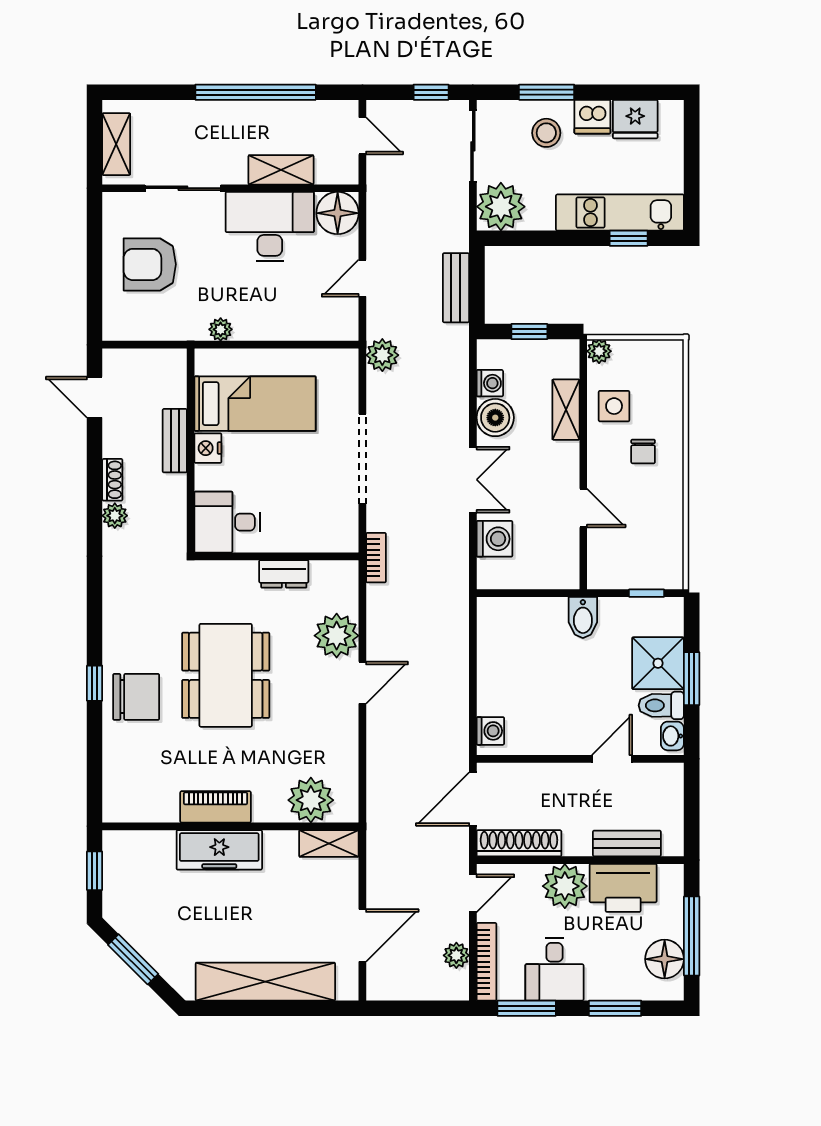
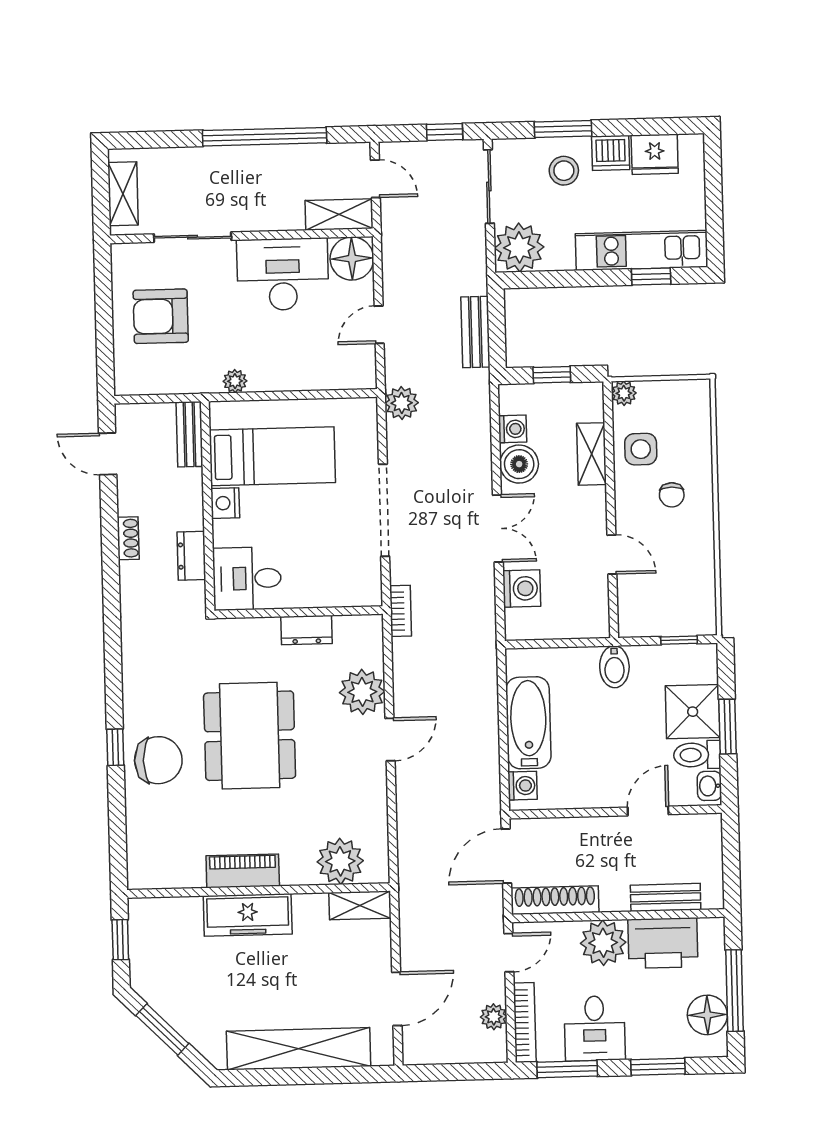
shelving: (281, 170) -> (339, 215), moved
bench: (175, 441) -> (189, 434), moved
dresser: (174, 499) -> (191, 556), added
plant: (115, 516) -> (132, 575), removed
bathtub: (498, 670) -> (528, 723), added

